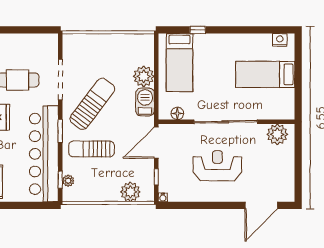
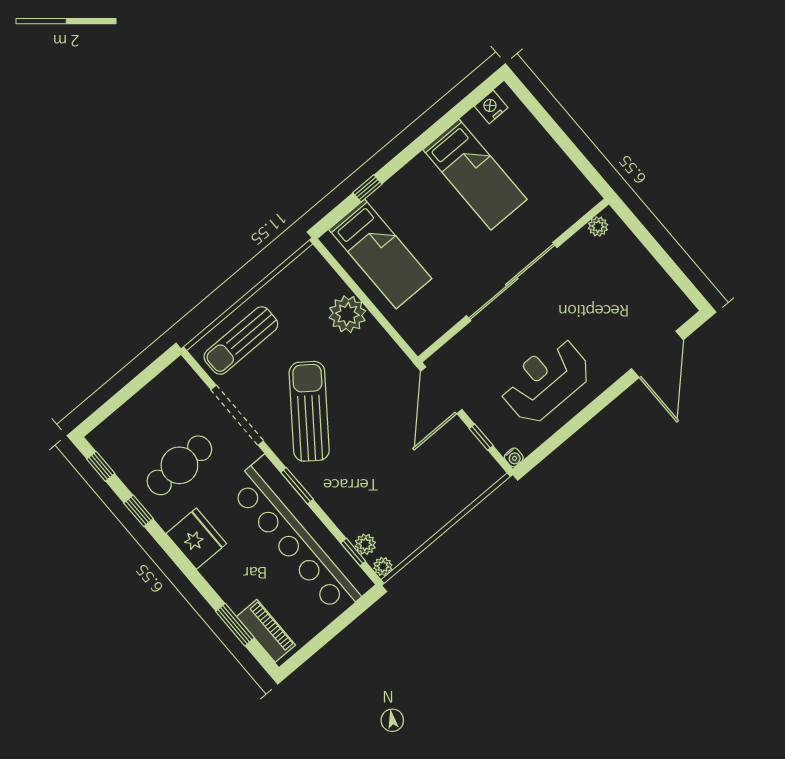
bed: (265, 74) -> (475, 175), moved, turned -90
barbecue: (145, 102) -> (379, 348), removed
floor lamp: (177, 113) -> (436, 326), removed
plant: (277, 134) -> (598, 226), width x0.53, depth x0.53
sun lounger: (91, 149) -> (241, 341), moved
reception desk: (217, 166) -> (545, 381), moved
plant: (130, 192) -> (383, 566), moved, width x0.53, depth x0.53

